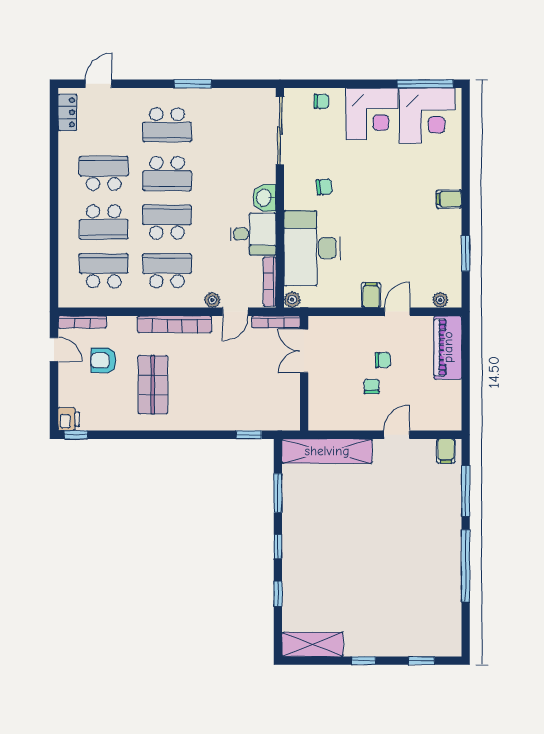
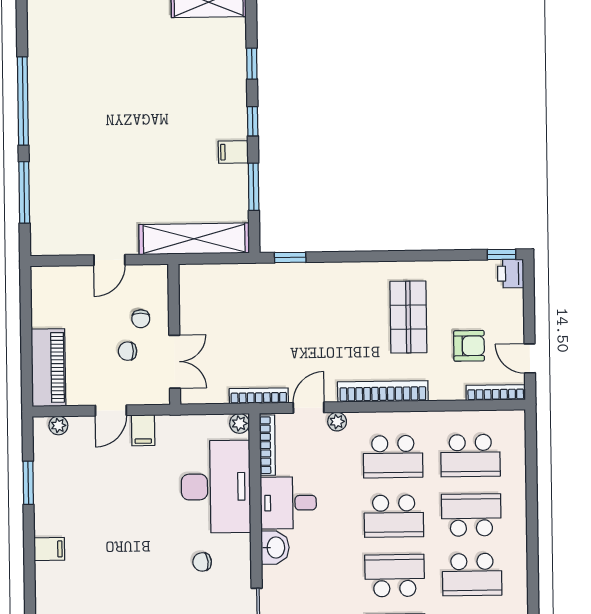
double door: (304, 351) -> (175, 362), moved
wall: (304, 373) -> (174, 334), moved
filing cabinet: (446, 451) -> (233, 152), moved, turned -90

